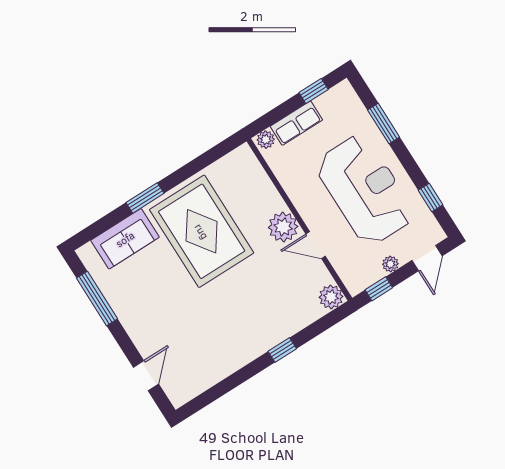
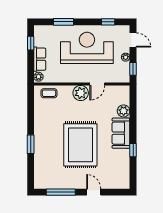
coffee table: (249, 174) -> (49, 93), added
rug: (202, 231) -> (80, 145), moved, turned 90
sofa: (125, 239) -> (121, 133), moved, turned 180
plant: (331, 297) -> (124, 111), moved
window: (282, 350) -> (133, 150), moved
door: (146, 376) -> (94, 192), moved

